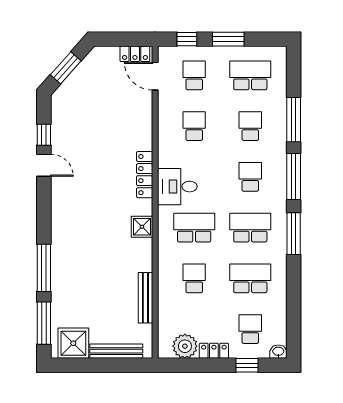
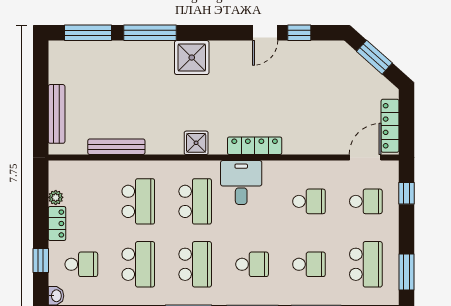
window: (228, 39) -> (407, 272), moved
locker: (135, 54) -> (390, 126), width x1.53
school desk: (194, 278) -> (138, 201), width x1.85
shower: (73, 343) -> (192, 58), moved
plant: (185, 346) -> (56, 197), width x0.53, depth x0.53

